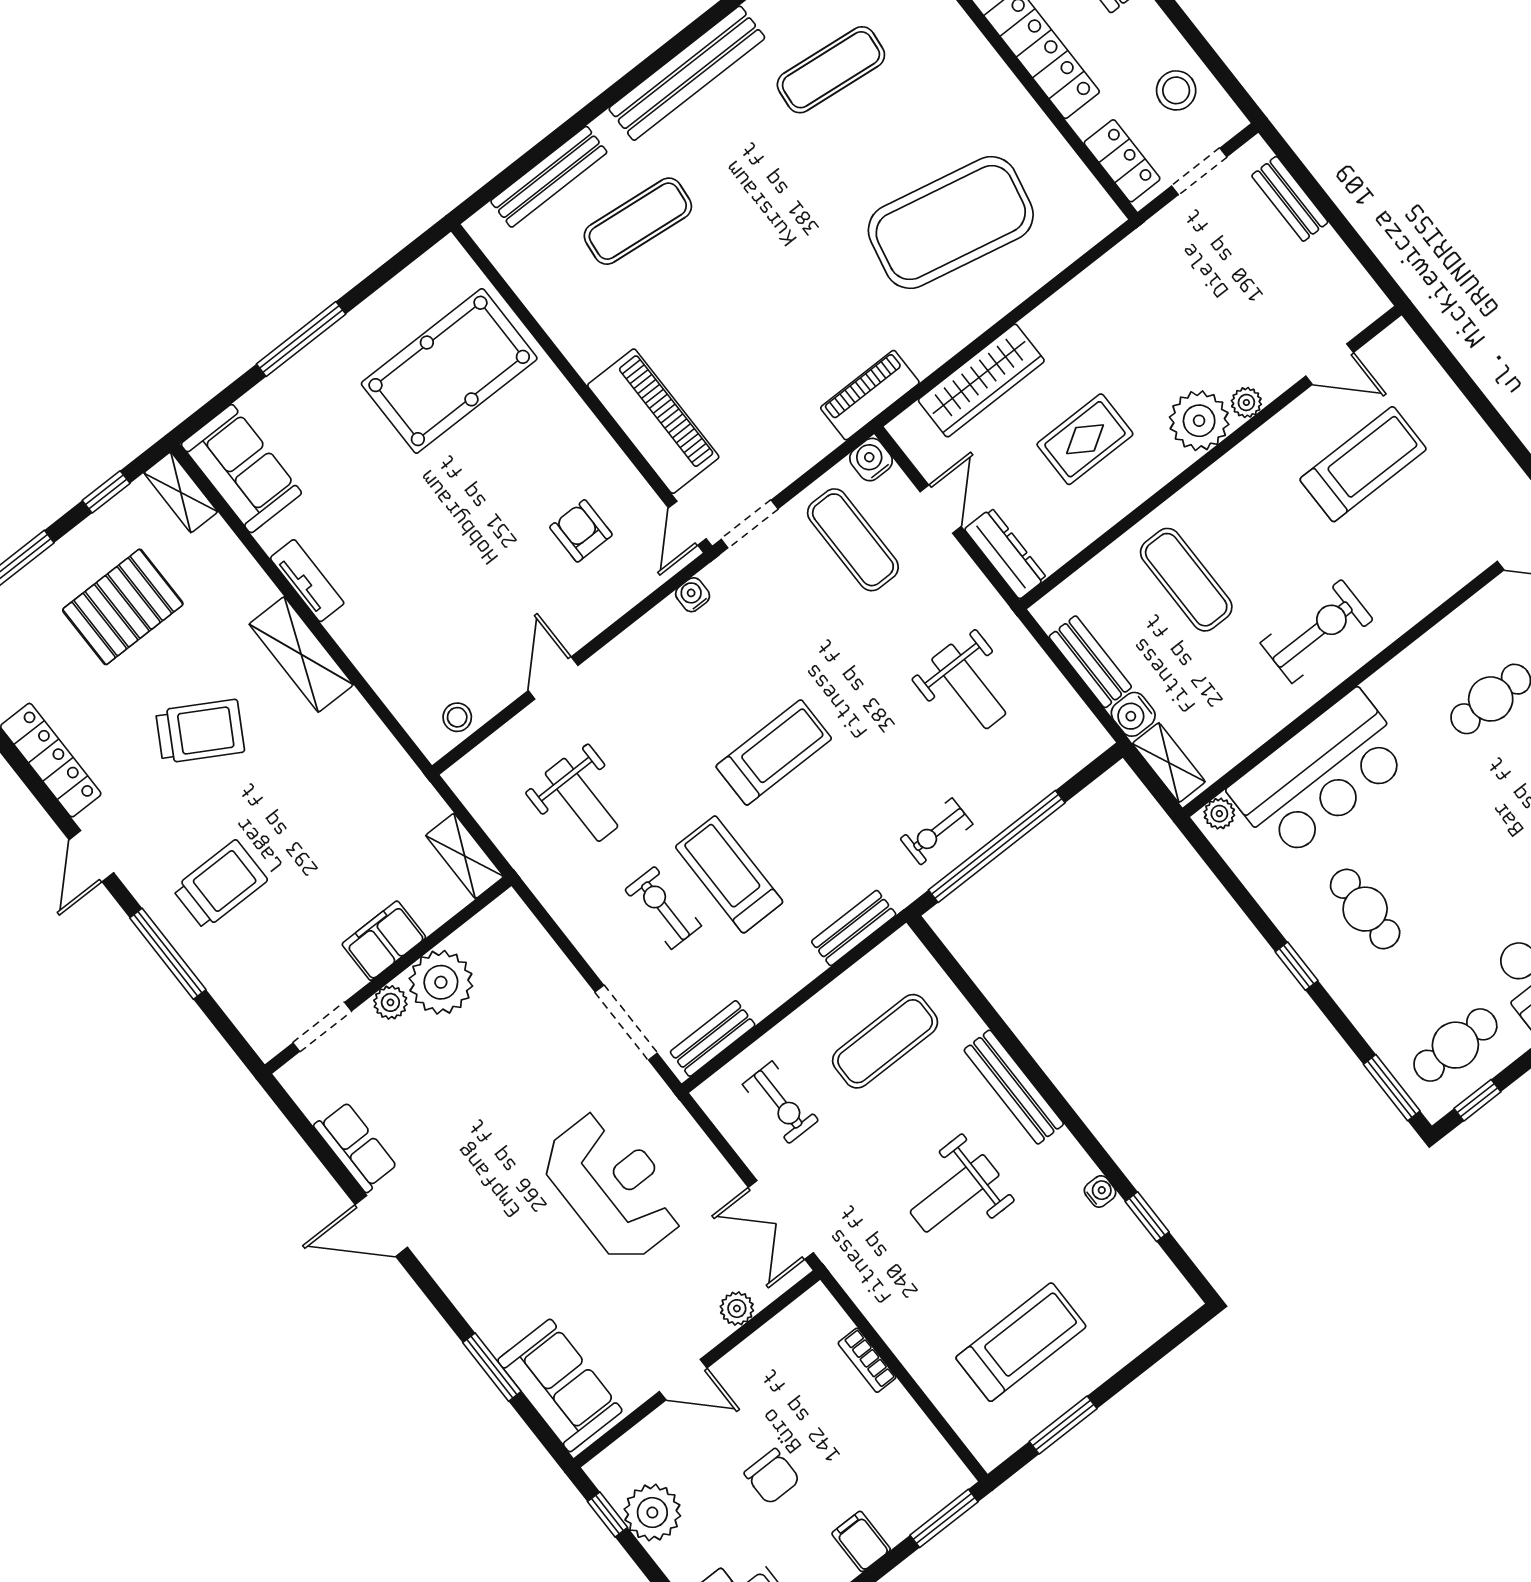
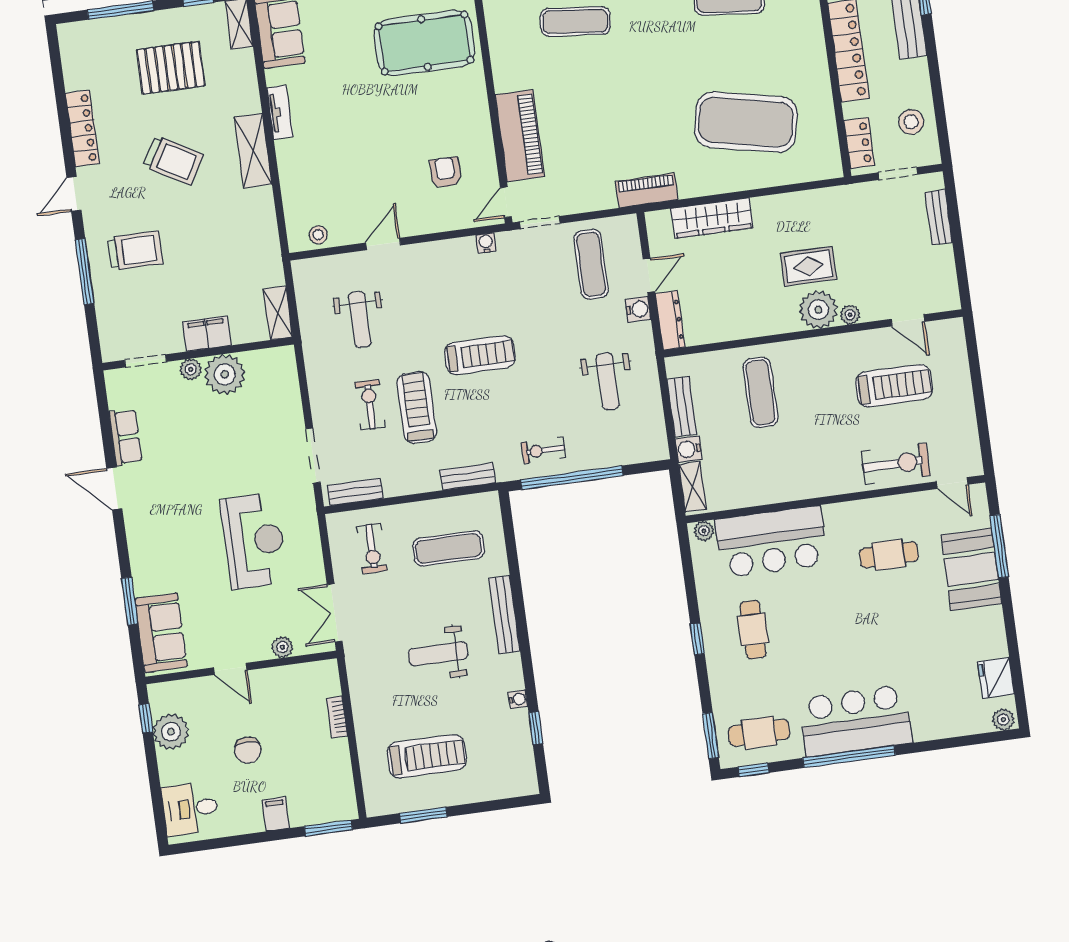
rug: (1085, 439) -> (808, 266), moved
water cooler: (871, 460) -> (638, 309), moved, turned 90
exercise bike: (1317, 631) -> (896, 464), moved

